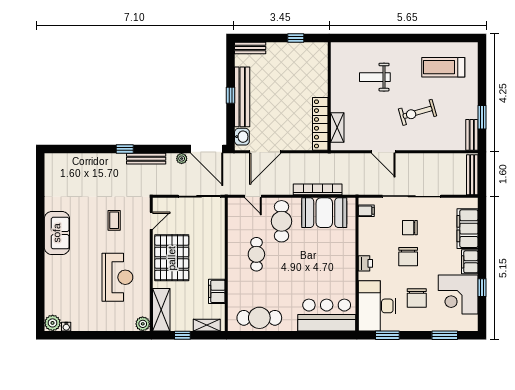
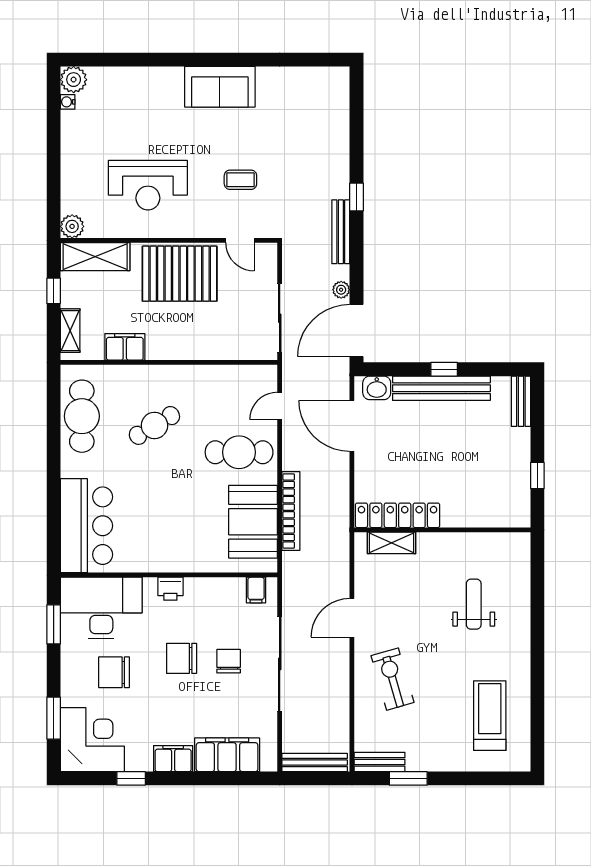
exercise bike: (417, 112) -> (392, 679), moved
cafe table: (256, 254) -> (154, 425), moved, turned -31
corner desk: (458, 295) -> (92, 740), moved, turned 90

